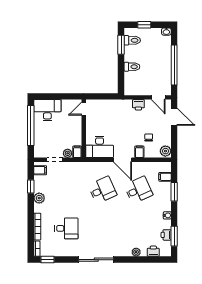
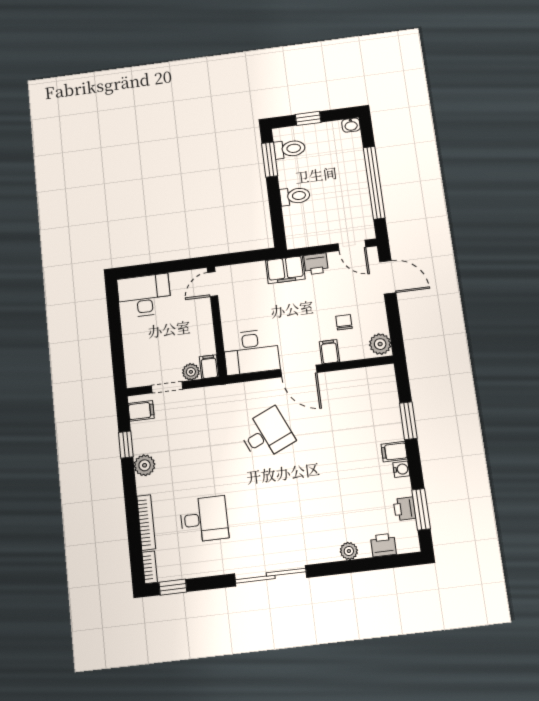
filing cabinet: (122, 106) -> (285, 270), added
window: (31, 126) -> (115, 328), removed
filing cabinet: (165, 177) -> (394, 452), moved
desk: (138, 190) -> (337, 426), removed

